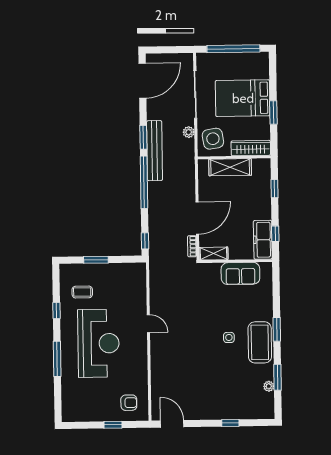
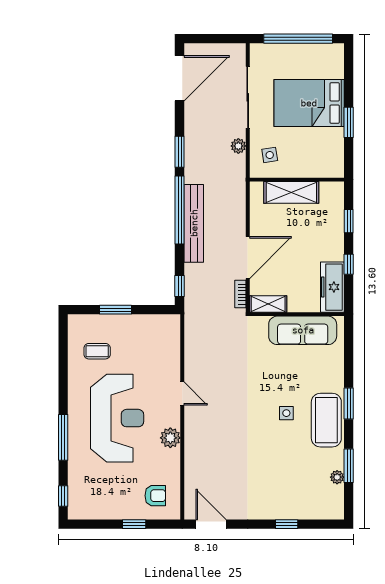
side table: (213, 139) -> (270, 155), width x0.54, depth x0.54
wardrobe: (251, 148) -> (319, 168), removed
bench: (155, 151) -> (194, 223), moved
window: (275, 234) -> (349, 264), moved
sofa: (240, 273) -> (303, 330), width x1.36
window: (56, 310) -> (63, 496), moved
plant: (140, 358) -> (170, 438), added

